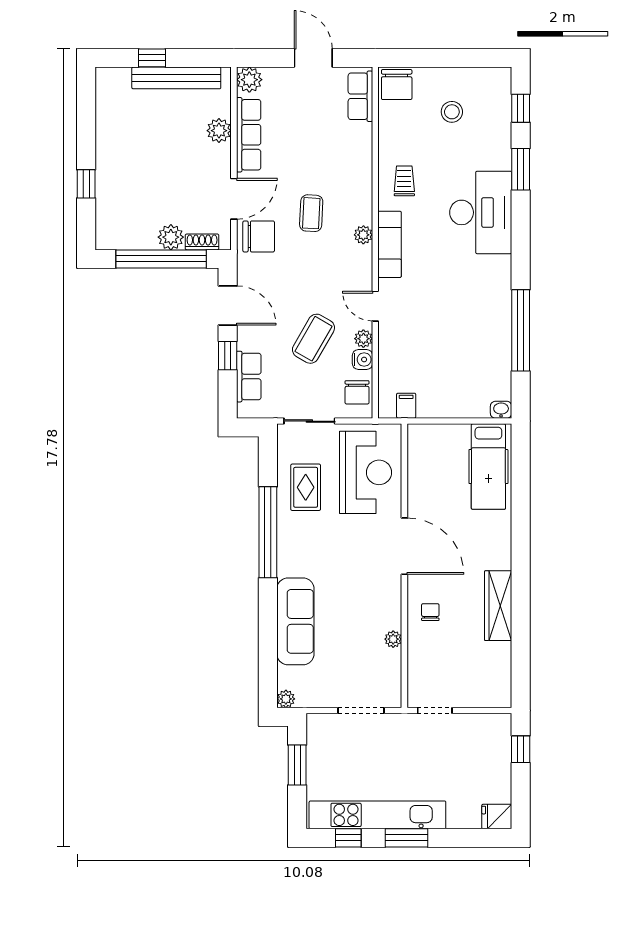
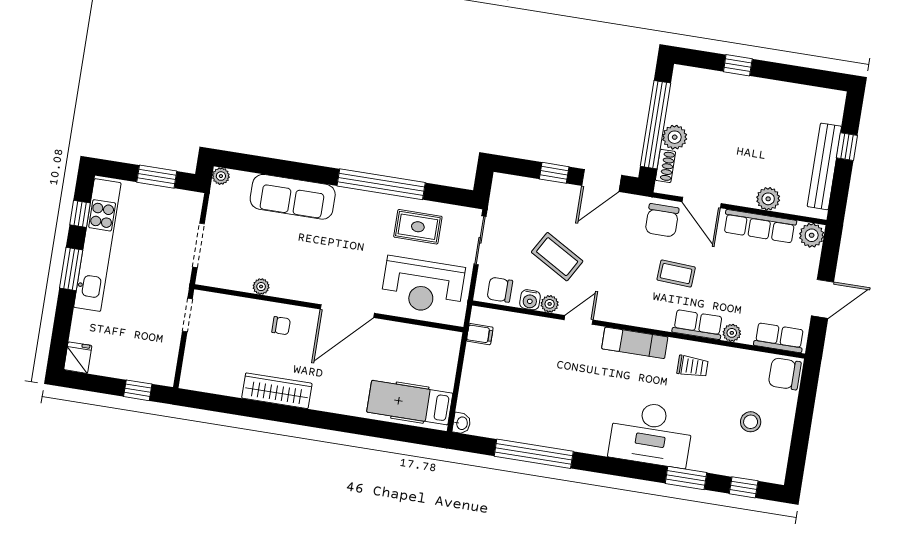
plant: (363, 235) -> (732, 333), moved
row of seats: (249, 377) -> (698, 325), moved, turned 180

